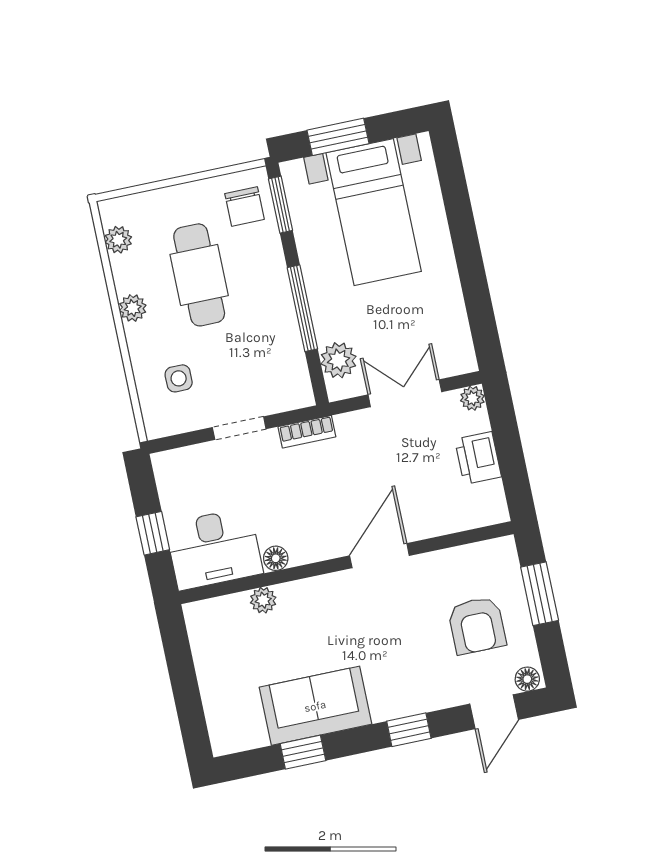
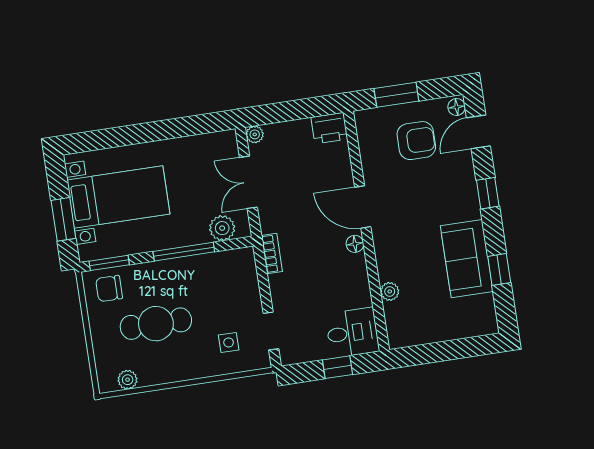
chair: (245, 206) -> (109, 289), turned 180
plant: (133, 308) -> (177, 372), removed
doorway: (239, 428) -> (271, 331), moved
printer: (478, 458) -> (329, 128), moved
desk: (214, 549) -> (352, 333), width x0.73
floor lamp: (276, 558) -> (355, 244), moved
door: (494, 712) -> (478, 132), swing flipped

